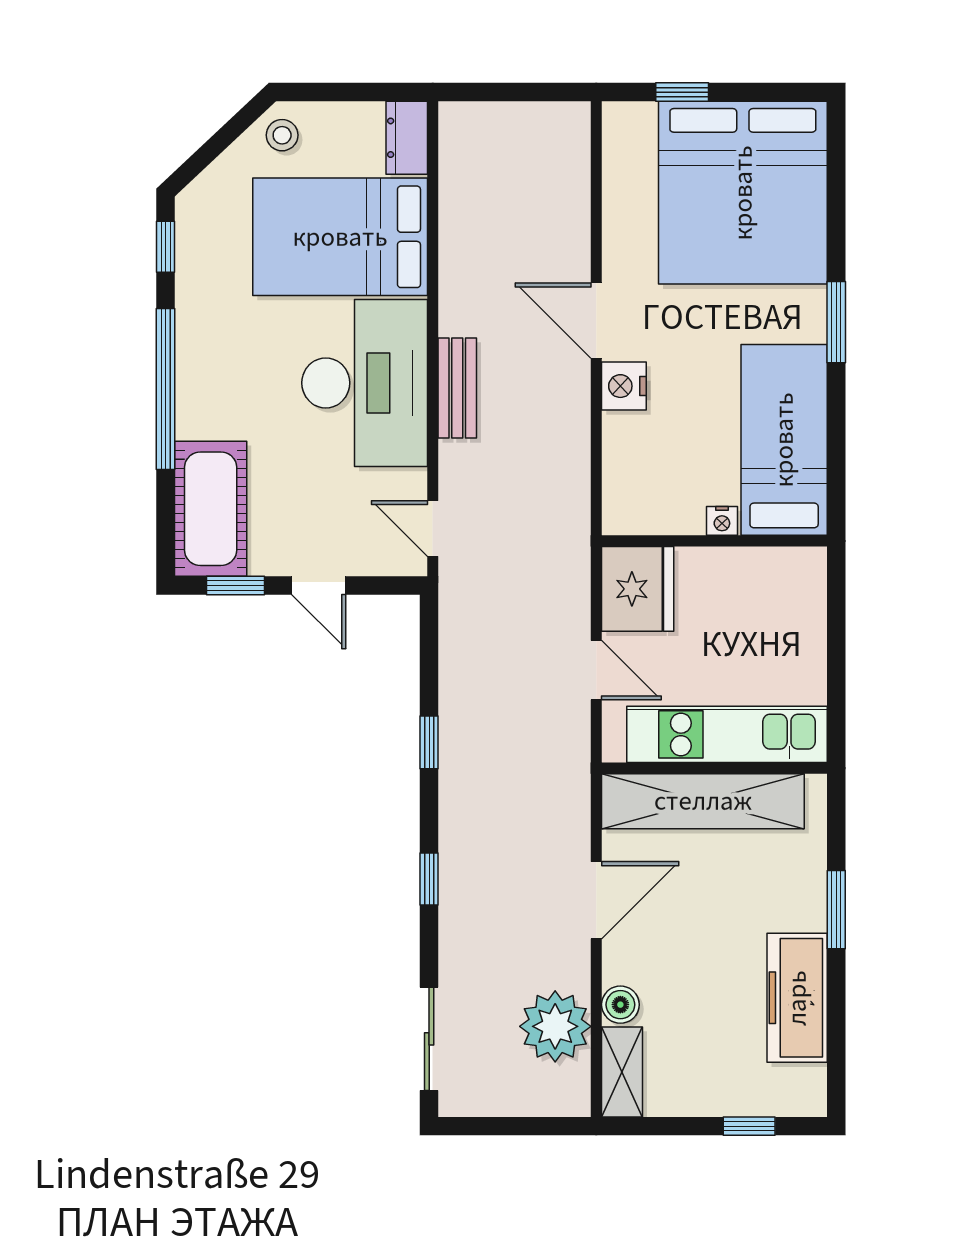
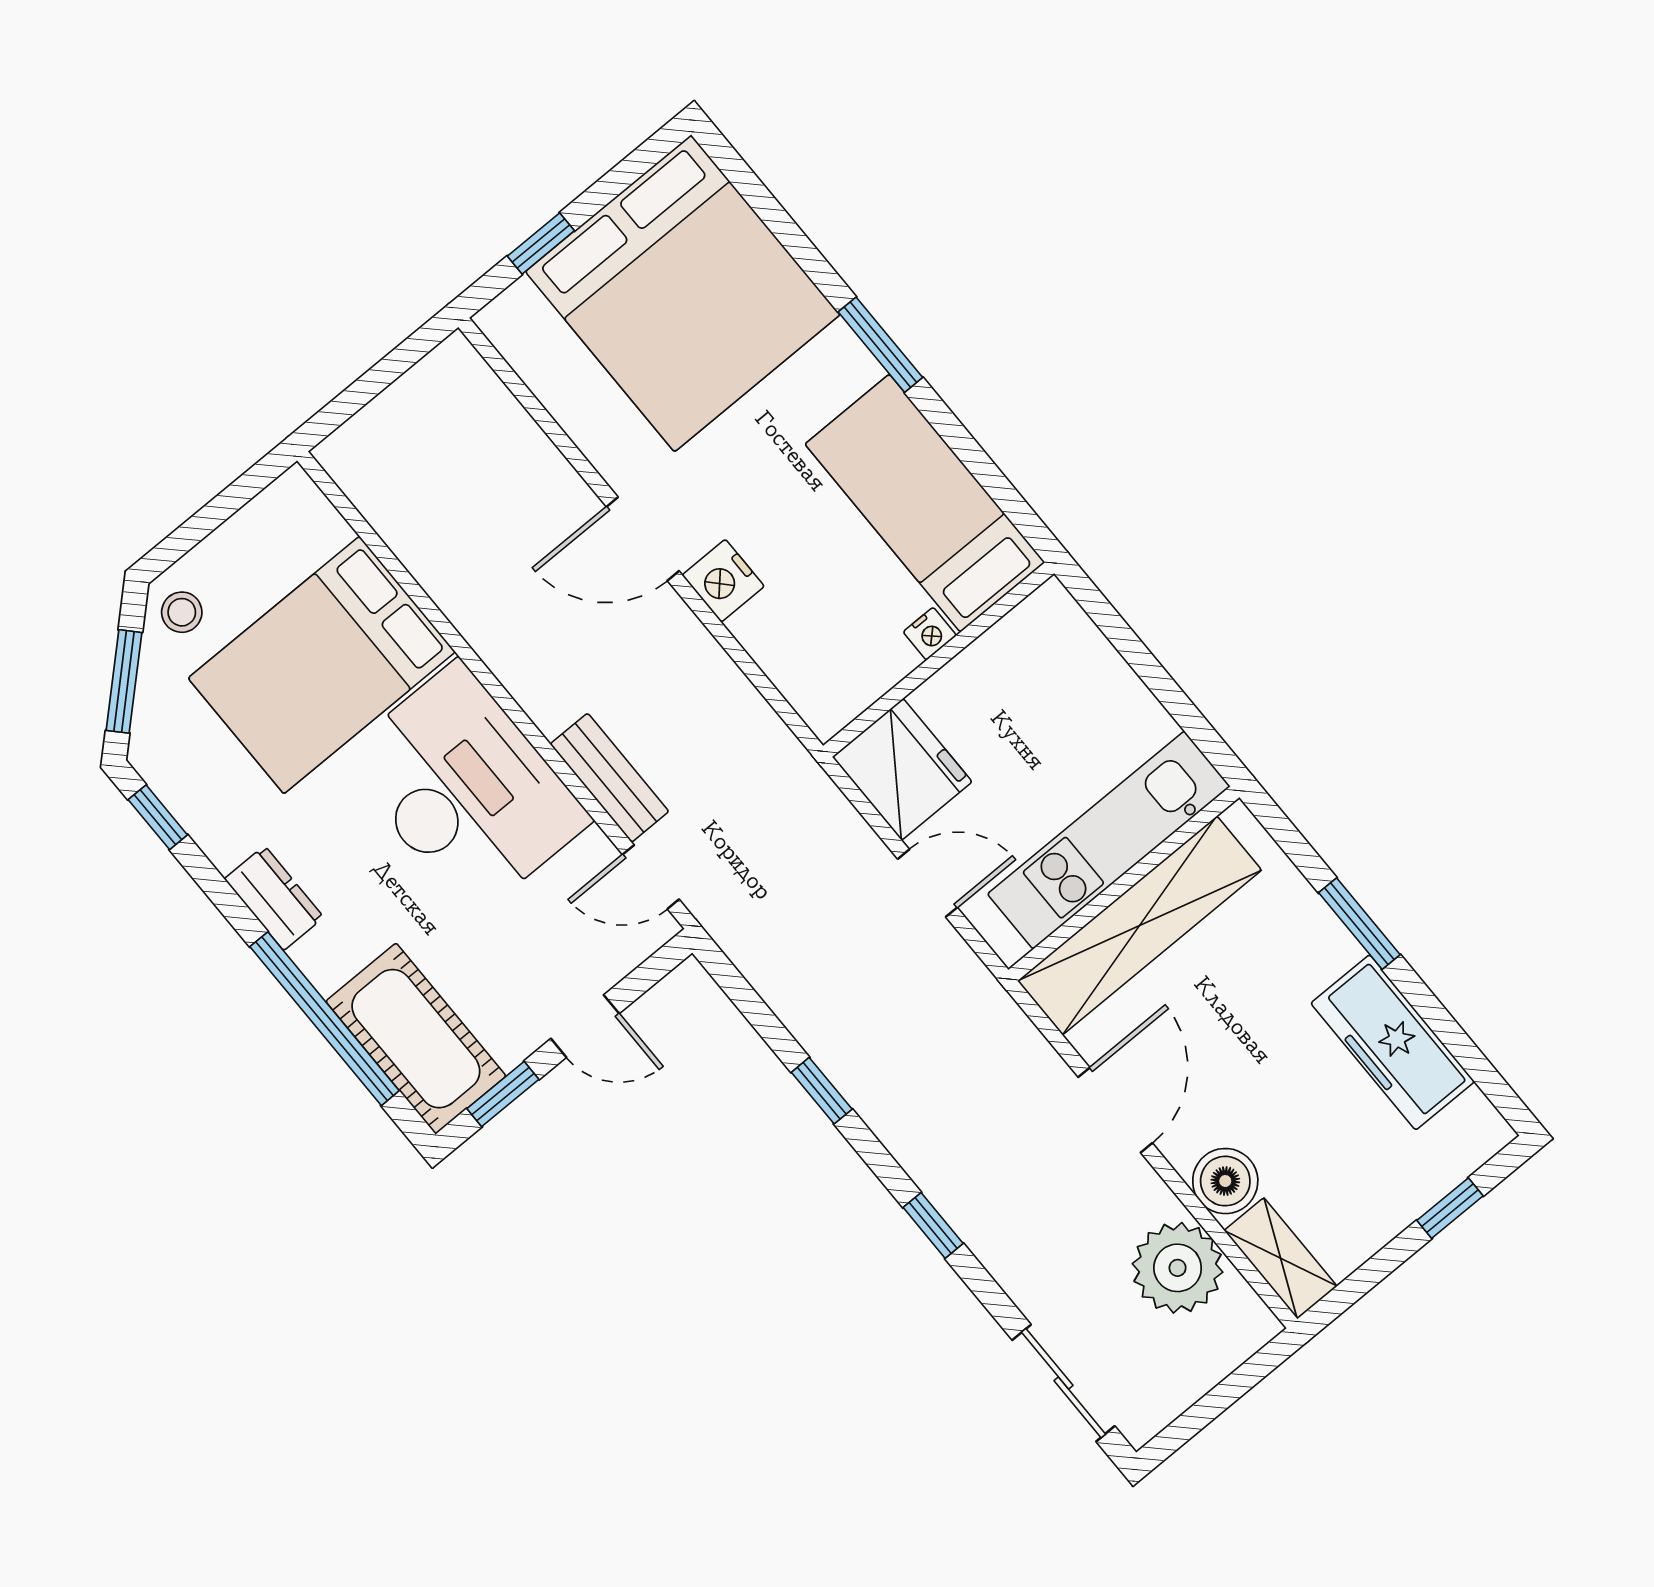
dresser: (407, 138) -> (274, 898), moved, turned 180
window: (213, 148) -> (124, 681), added
bench: (457, 388) -> (610, 778), moved
window: (166, 389) -> (325, 1019), moved
boiler: (620, 1005) -> (1225, 1181), width x1.36, depth x1.36

